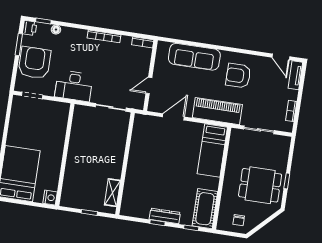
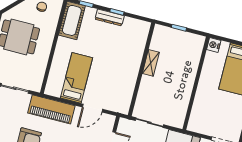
bed: (212, 150) -> (76, 78), moved
shelving: (112, 193) -> (151, 63), moved

